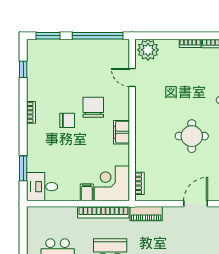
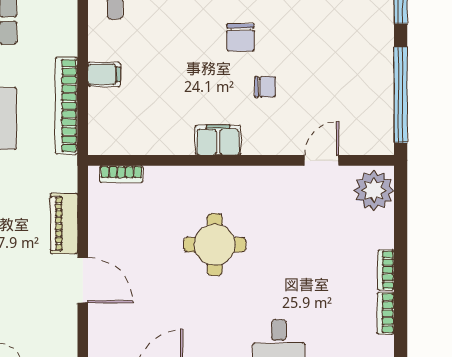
chair: (93, 107) -> (265, 87), width x0.54, depth x0.54
round table: (192, 136) -> (215, 245), moved
corner desk: (112, 183) -> (121, 122), removed
piano: (146, 214) -> (64, 223), moved

